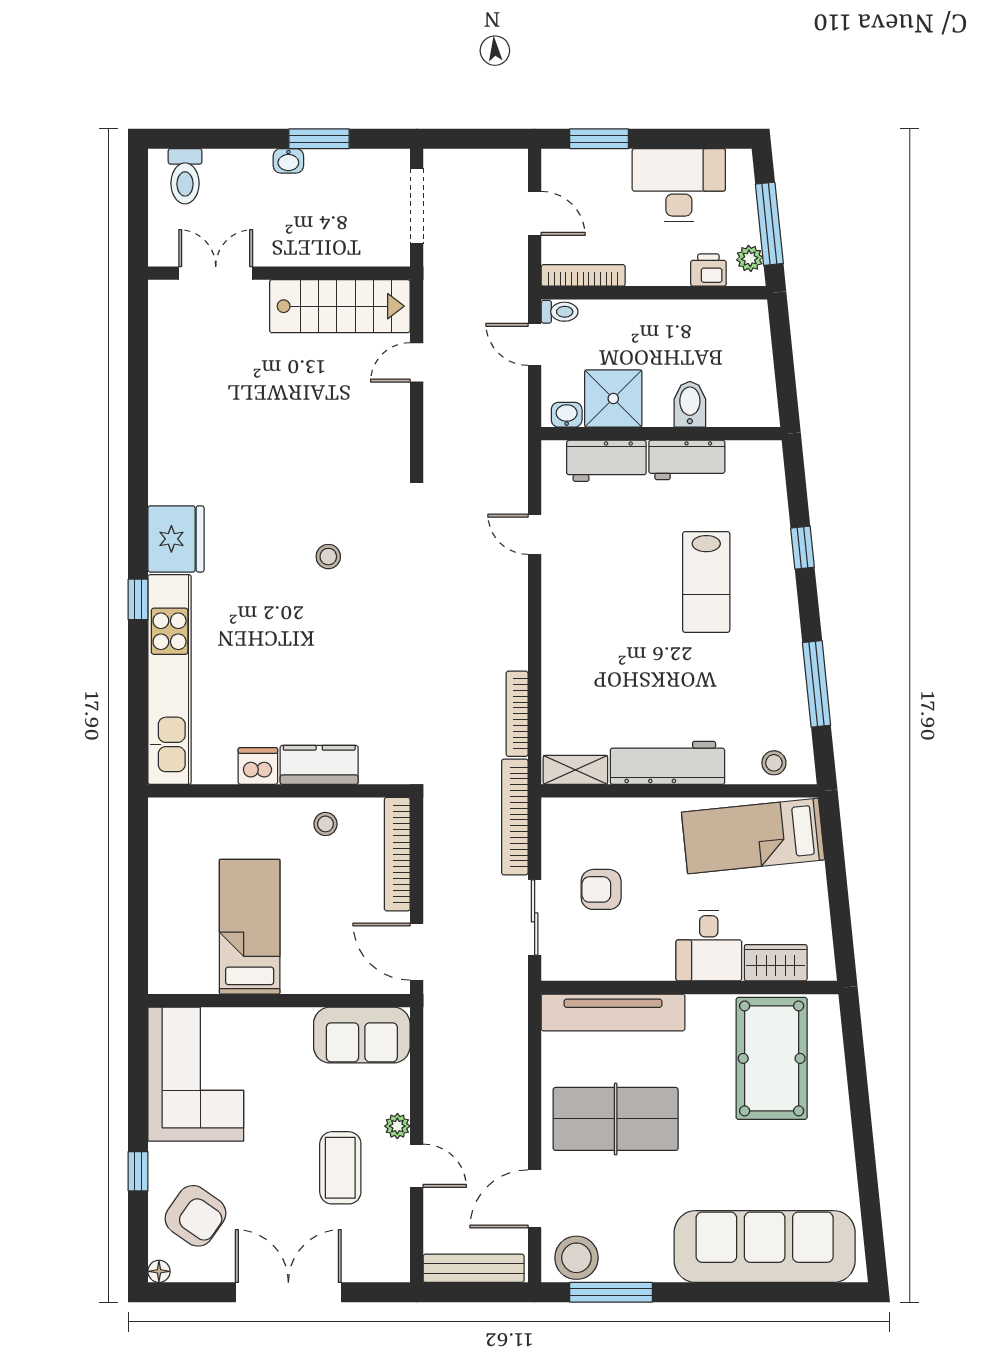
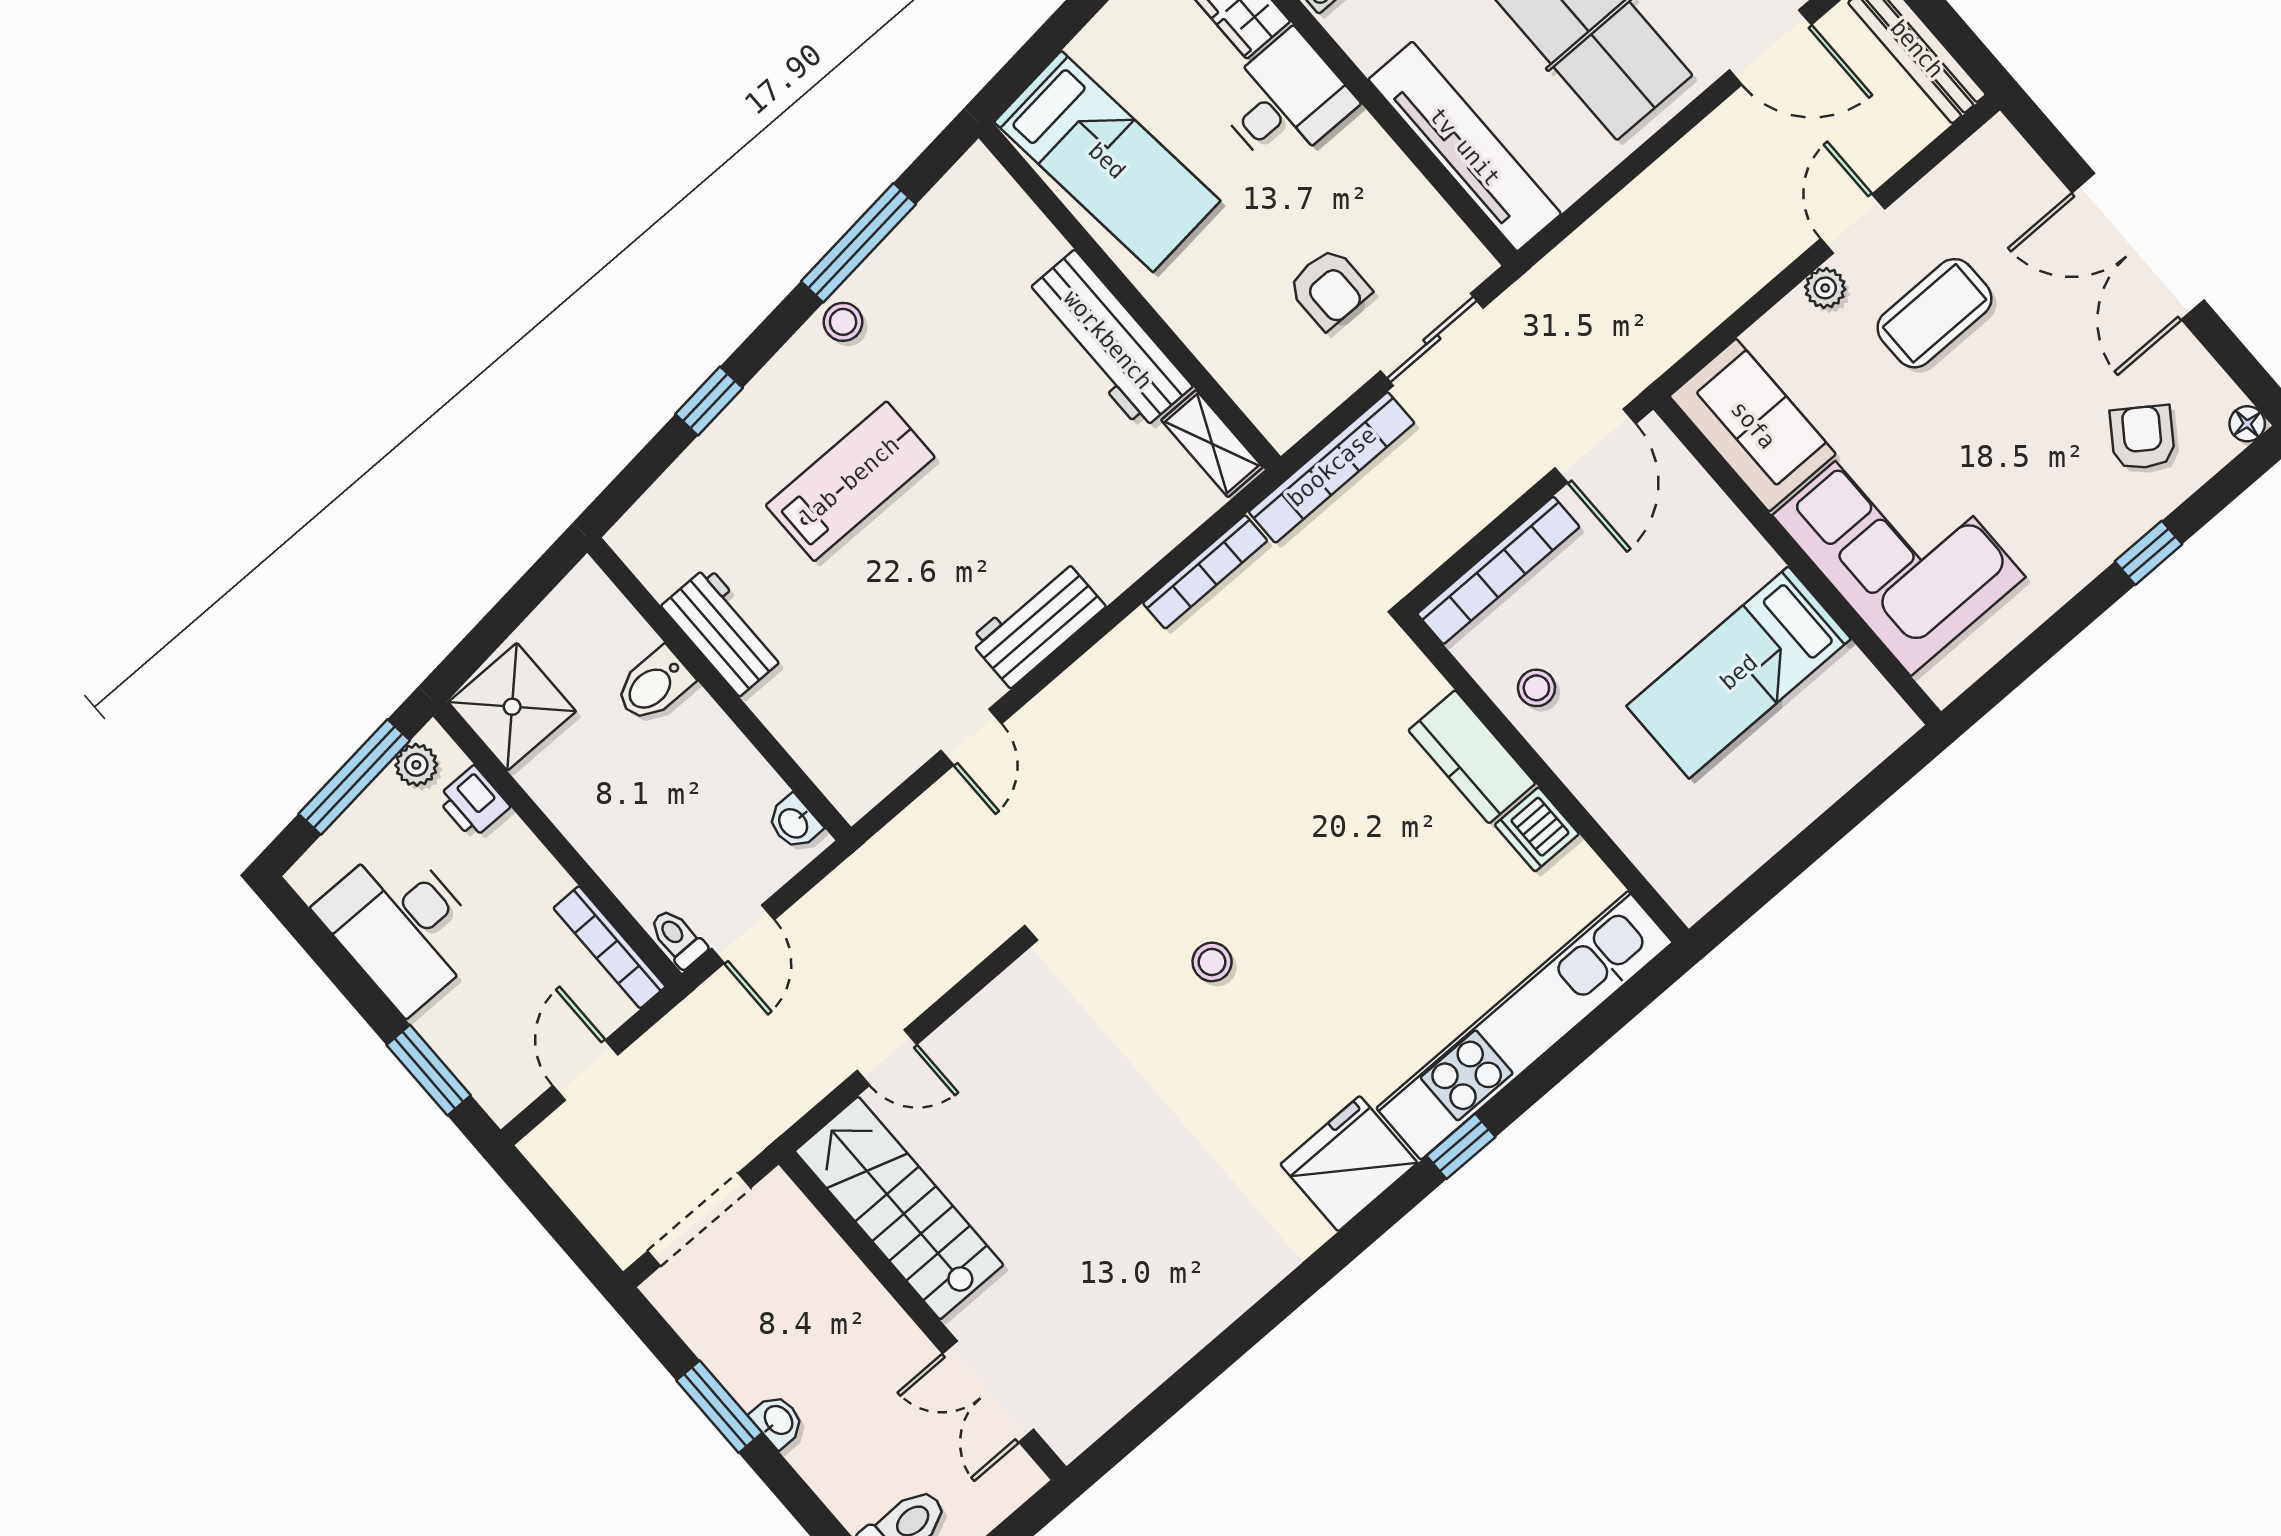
shower: (613, 398) -> (512, 707), moved
workbench: (606, 461) -> (1037, 623), moved, turned -90
stool: (774, 763) -> (843, 322), moved
corner sofa: (196, 1074) -> (1899, 546), moved, turned 90
armchair: (196, 1216) -> (2143, 437), width x0.72, depth x0.72

